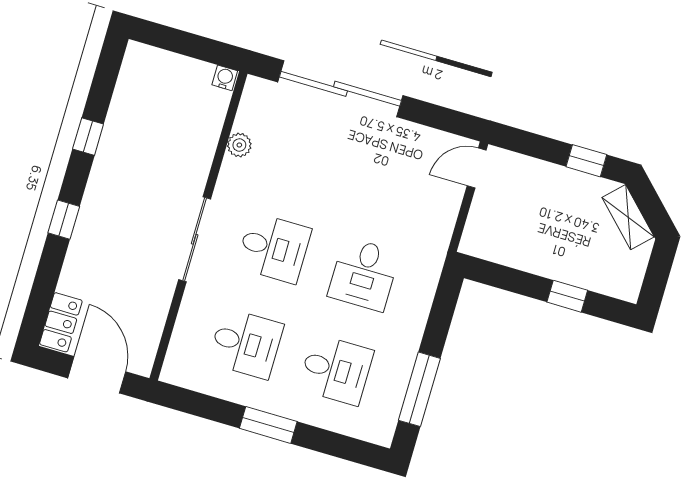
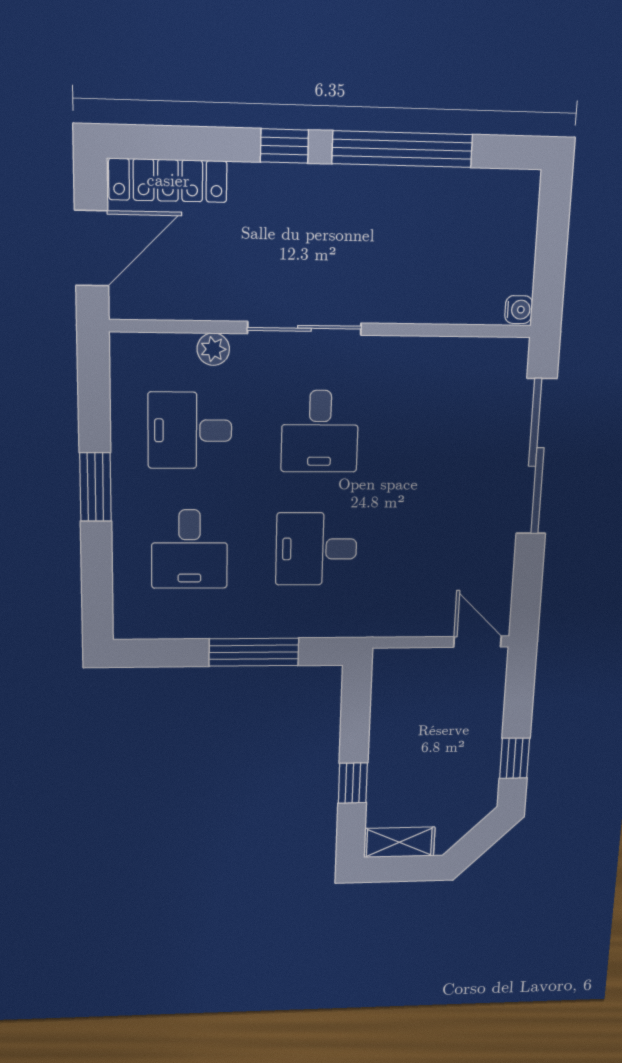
window: (88, 137) -> (402, 149), width x3.17
plant: (239, 145) -> (213, 349), moved
shelving: (628, 217) -> (399, 842), moved, turned 45
locker: (61, 322) -> (168, 180), width x1.53
desk: (246, 343) -> (190, 430), turned 90
window: (419, 389) -> (254, 652), moved

